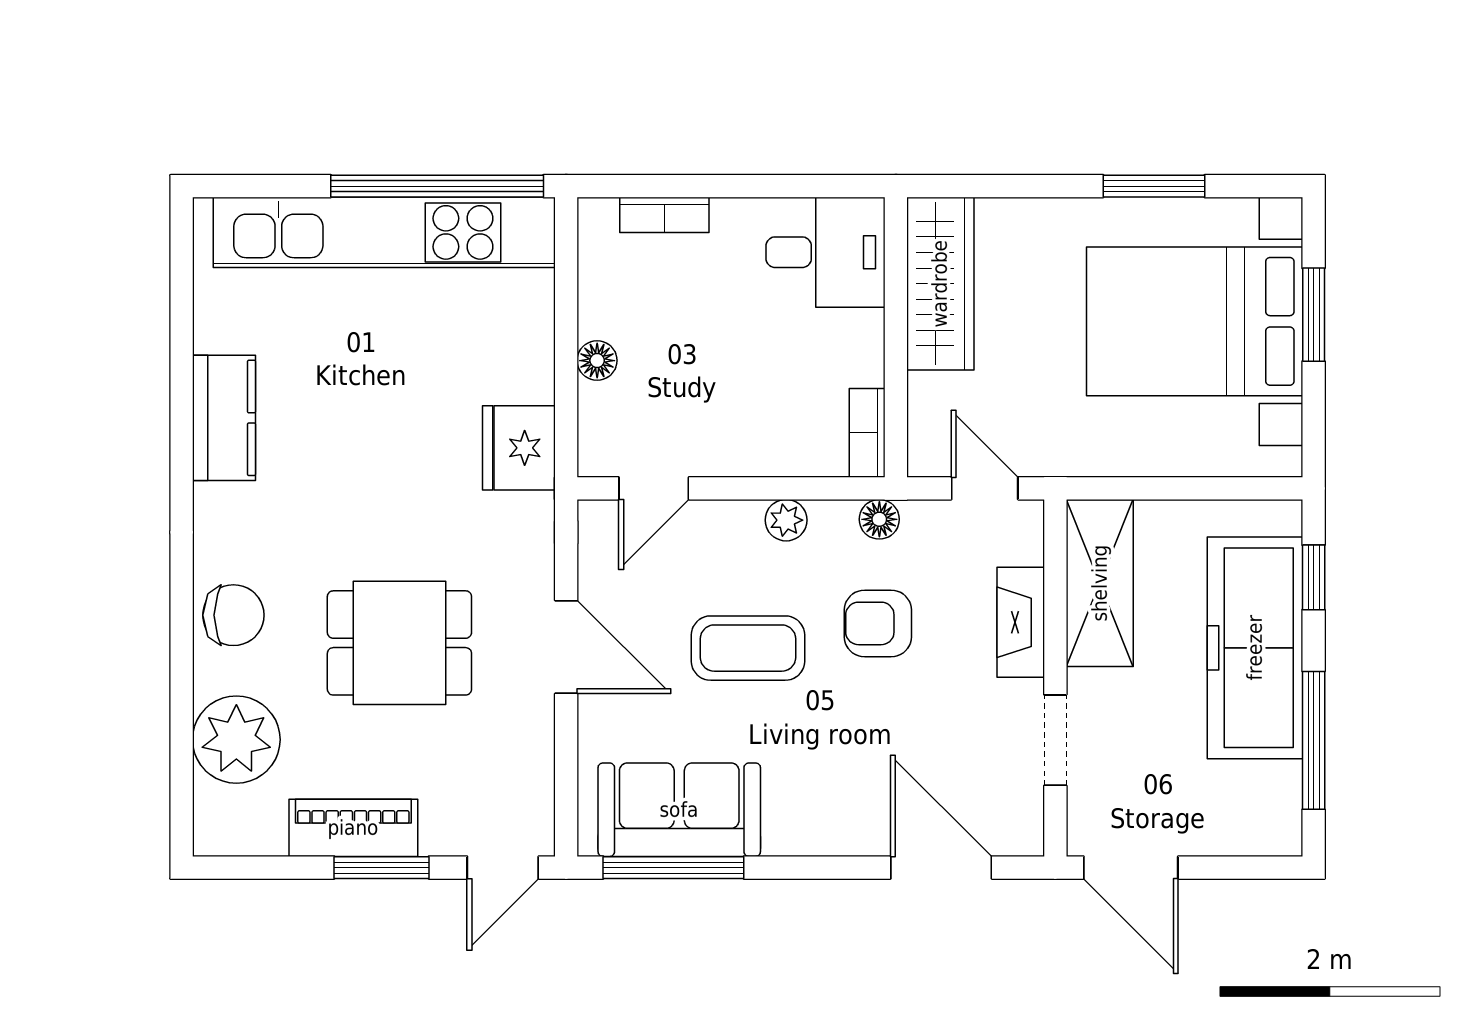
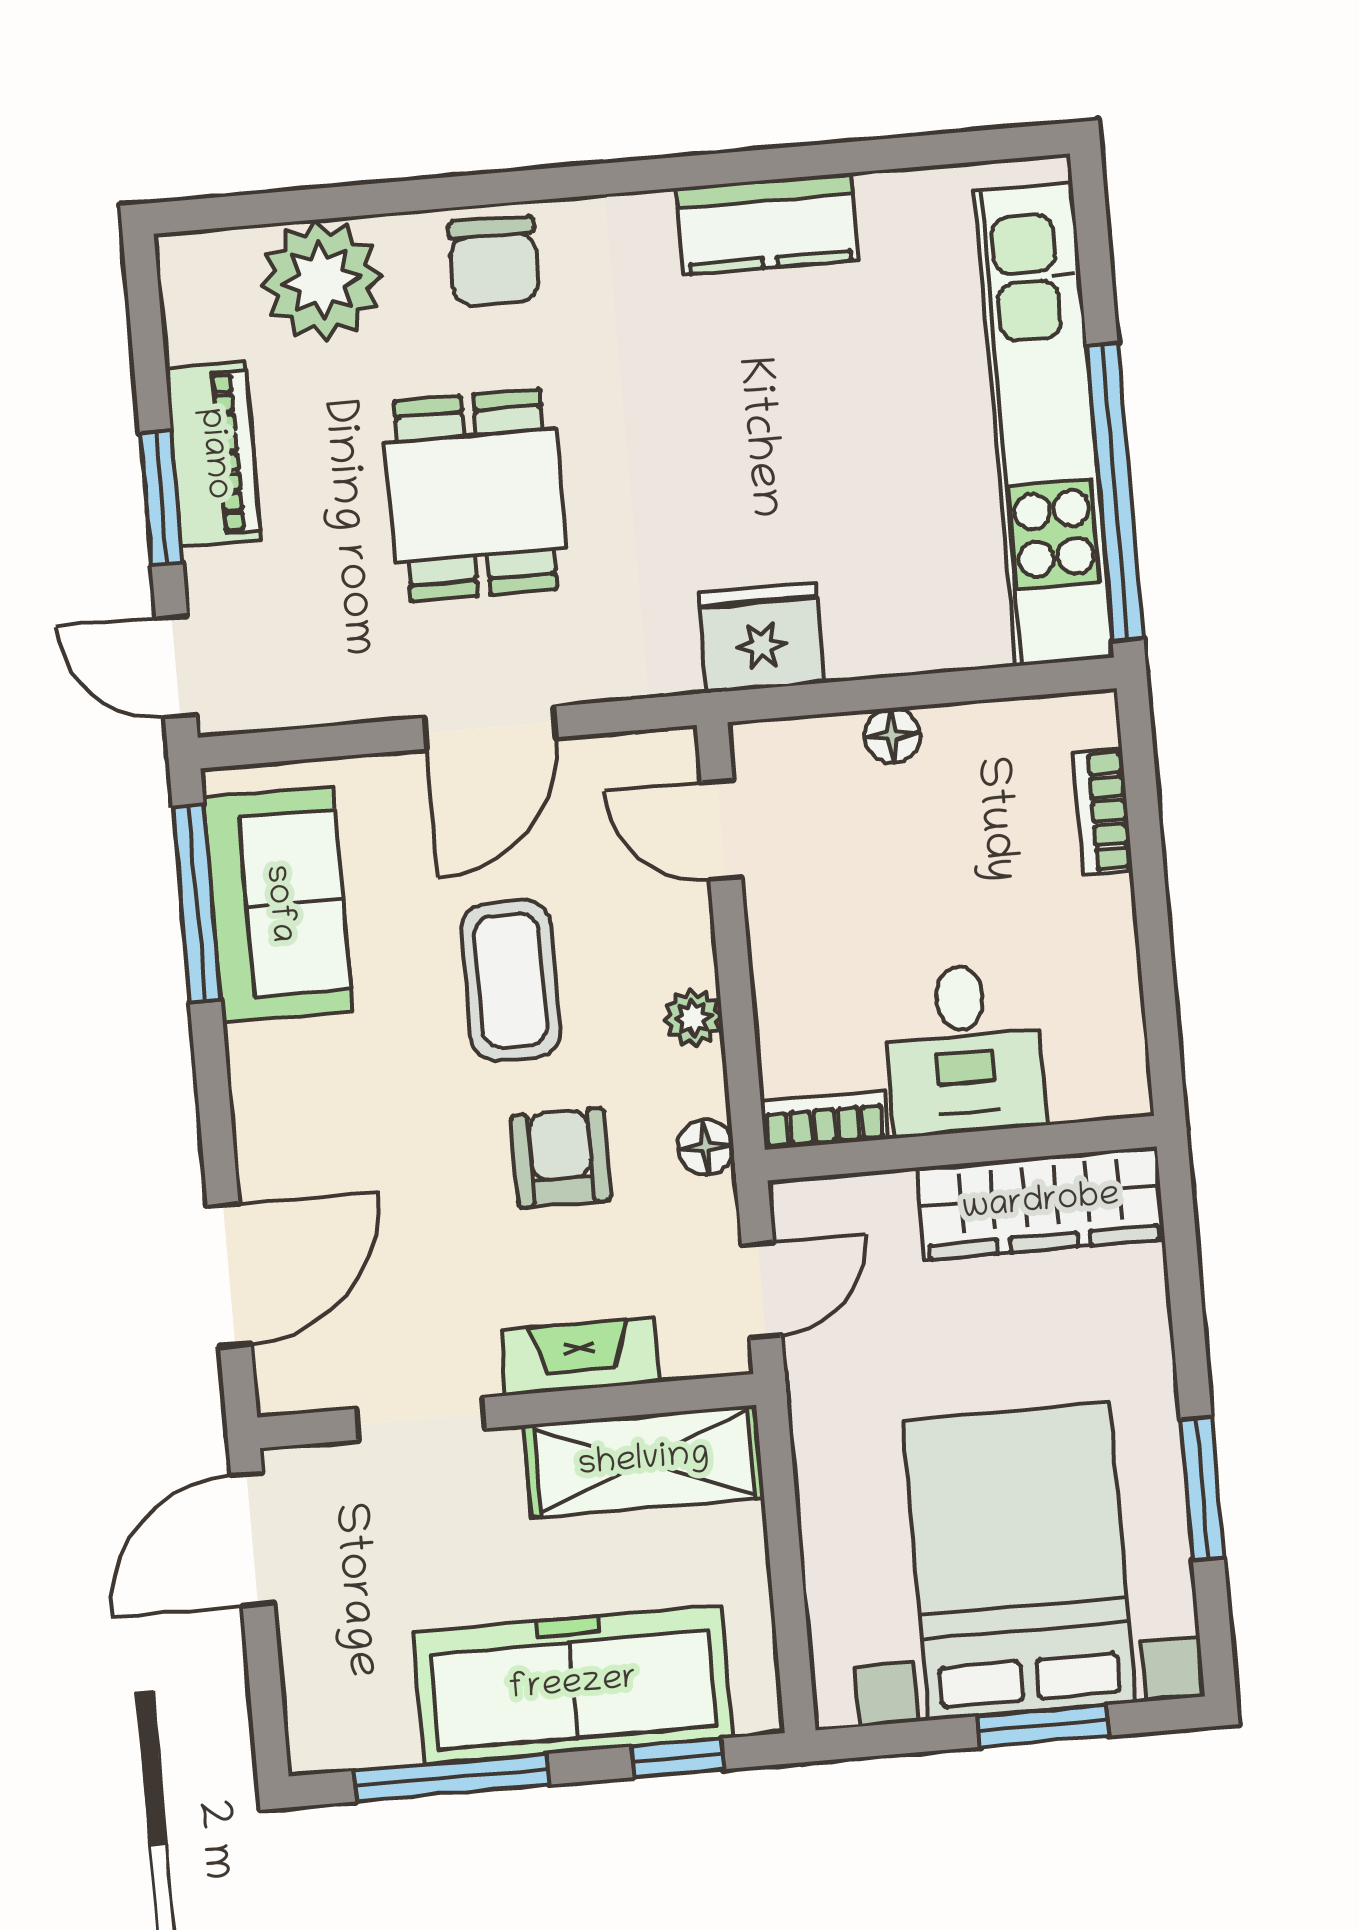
desk: (826, 252) -> (964, 1049), moved

